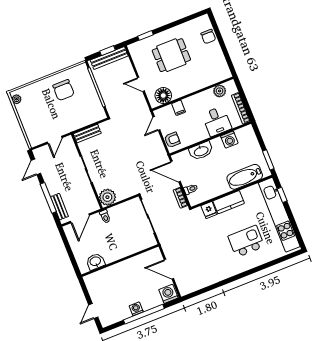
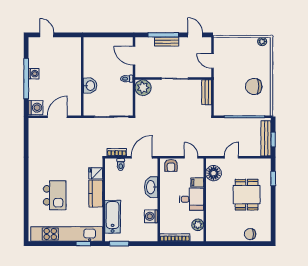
desk: (217, 121) -> (192, 199), moved, turned 180
bench: (59, 207) -> (167, 42), moved
washbasin: (95, 262) -> (90, 86), moved

